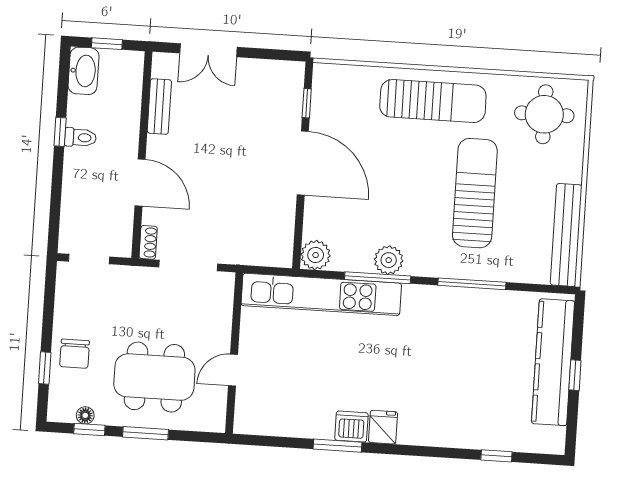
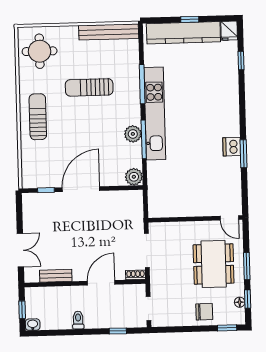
washbasin: (84, 71) -> (33, 325), width x0.52, depth x0.69
sun lounger: (433, 101) -> (38, 117), width x0.73, depth x0.75
window: (60, 132) -> (118, 331), moved
sun lounger: (475, 193) -> (89, 87), width x0.73, depth x0.75
kitchen unit: (321, 294) -> (155, 114), moved
window: (45, 368) -> (227, 328), moved
door: (233, 370) -> (229, 218), moved
fridge: (383, 427) -> (229, 31), moved, turned -90

